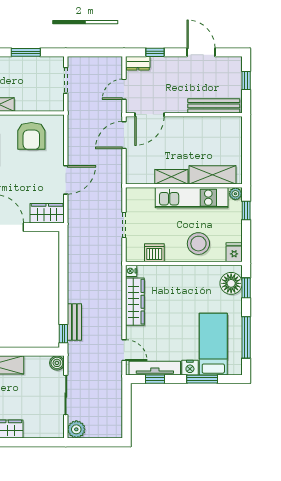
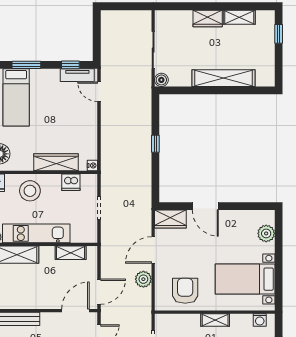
shelving: (171, 177) -> (71, 253), moved
wardrobe: (135, 302) -> (56, 162), moved, turned 90
bench: (74, 322) -> (145, 118), removed
window: (63, 334) -> (155, 144), moved
tv unit: (155, 368) -> (77, 75), width x0.71
nightstand: (190, 368) -> (38, 76), removed
plant: (76, 429) -> (143, 279), moved

